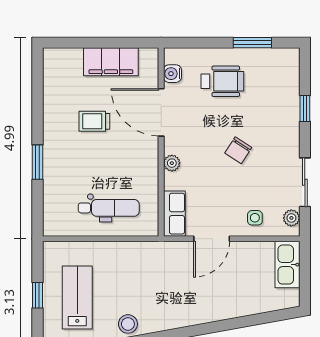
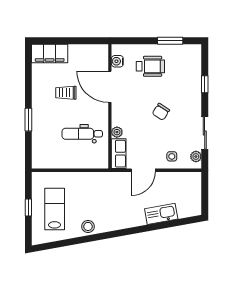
filing cabinet: (111, 62) -> (50, 53), moved
plant: (172, 163) -> (117, 132), moved
dental chair: (109, 208) -> (82, 134), moved, turned 180
kitchen sink: (287, 265) -> (161, 214), moved, turned 80

